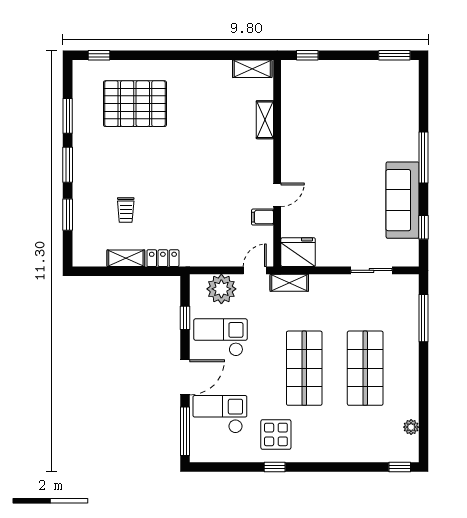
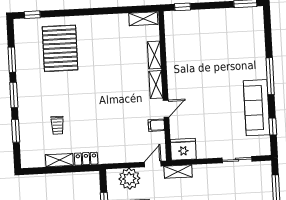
pallet: (135, 104) -> (60, 48), turned 90
shelving: (265, 161) -> (156, 85), added

